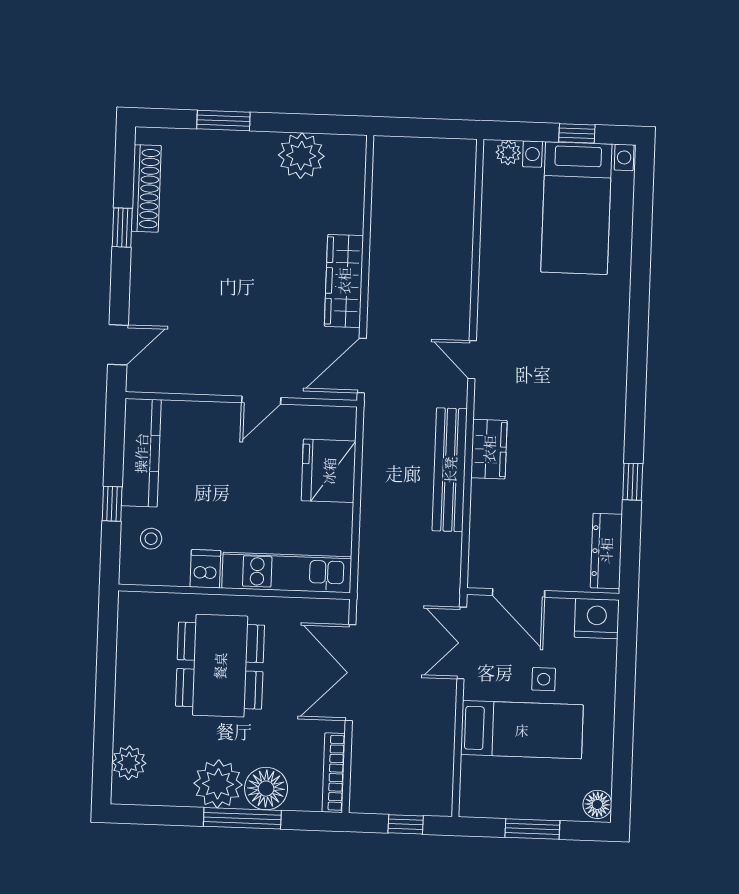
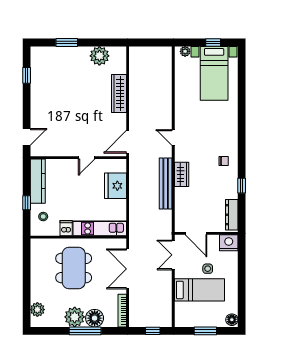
shoe rack: (146, 188) -> (36, 72), removed
window: (122, 228) -> (27, 75), moved
wardrobe: (344, 281) -> (119, 93), moved
chair: (592, 420) -> (224, 161), added

